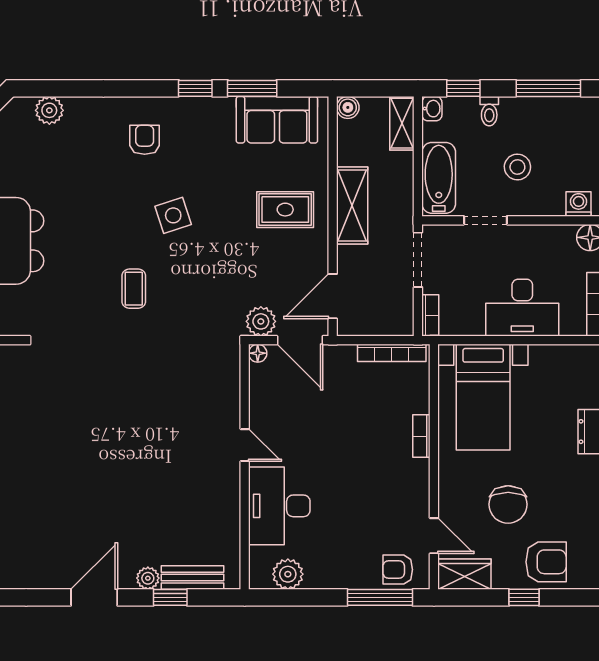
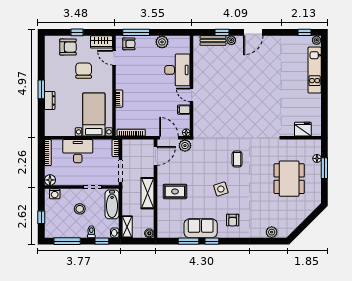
sofa: (277, 120) -> (201, 228), moved
filing cabinet: (264, 409) -> (184, 110), added
armchair: (546, 562) -> (68, 47), turned 180
plant: (288, 574) -> (162, 42), moved

